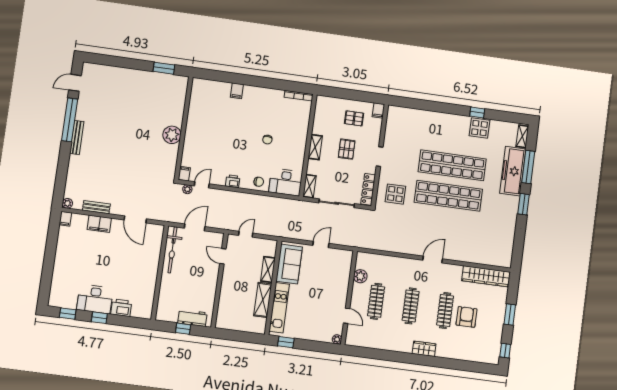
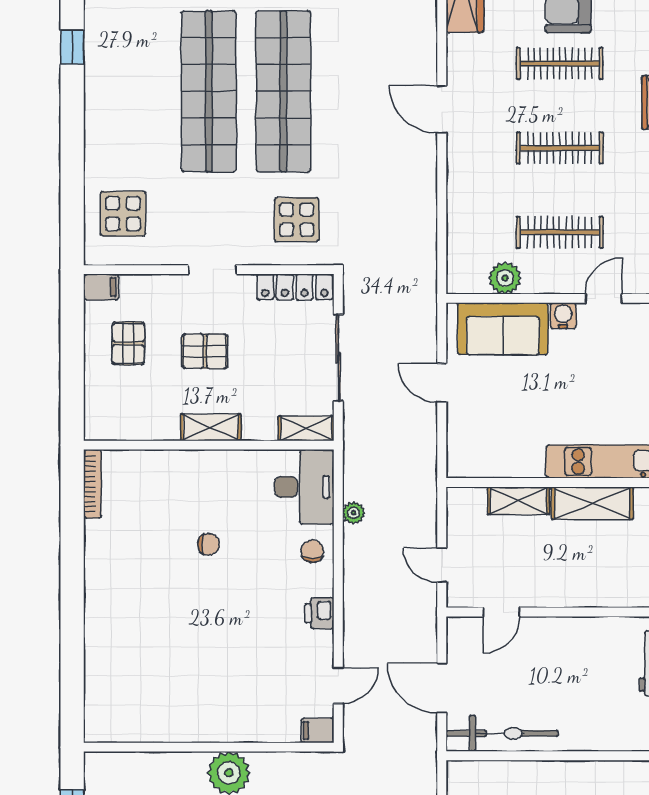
filing cabinet: (237, 91) -> (102, 633), removed
display table: (480, 128) -> (123, 214), moved
door: (202, 185) -> (338, 686), swing flipped
plant: (187, 189) -> (353, 513), moved
sofa: (289, 264) -> (503, 329), moved, turned 180
water cooler: (342, 298) -> (563, 316), added

